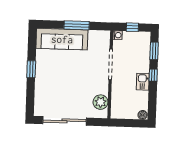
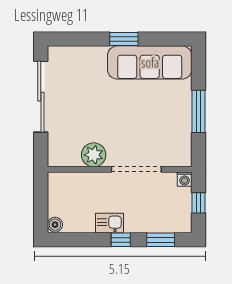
sofa: (62, 39) -> (150, 62), moved, turned -90
plant: (101, 102) -> (94, 155), moved

